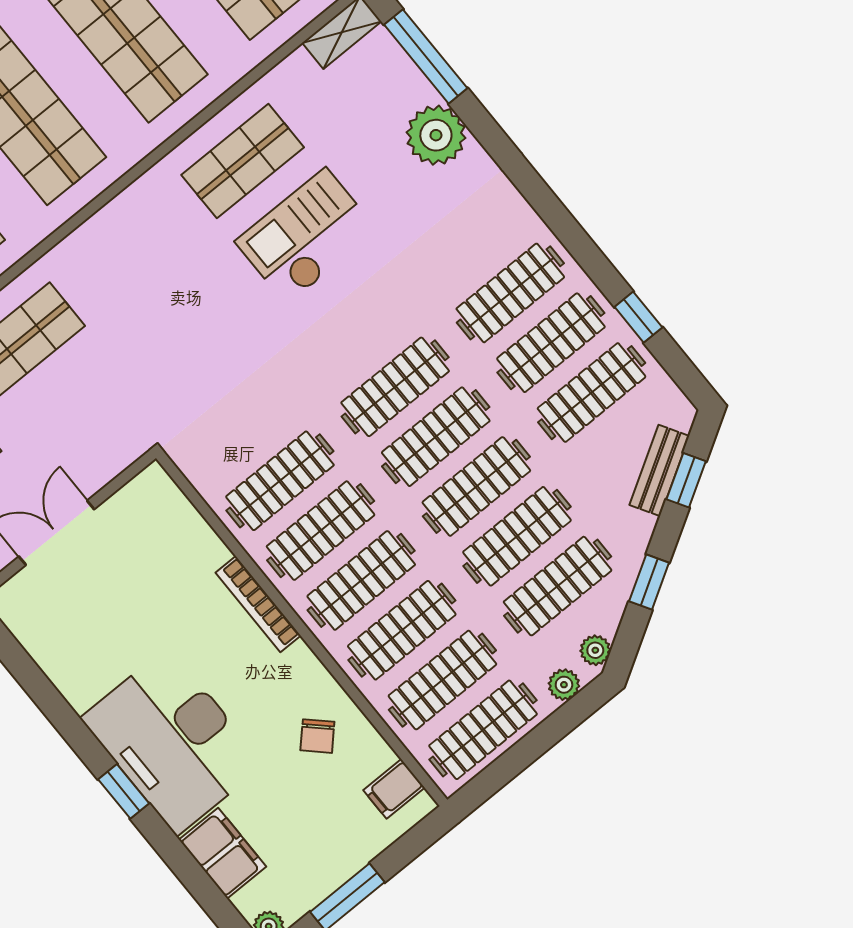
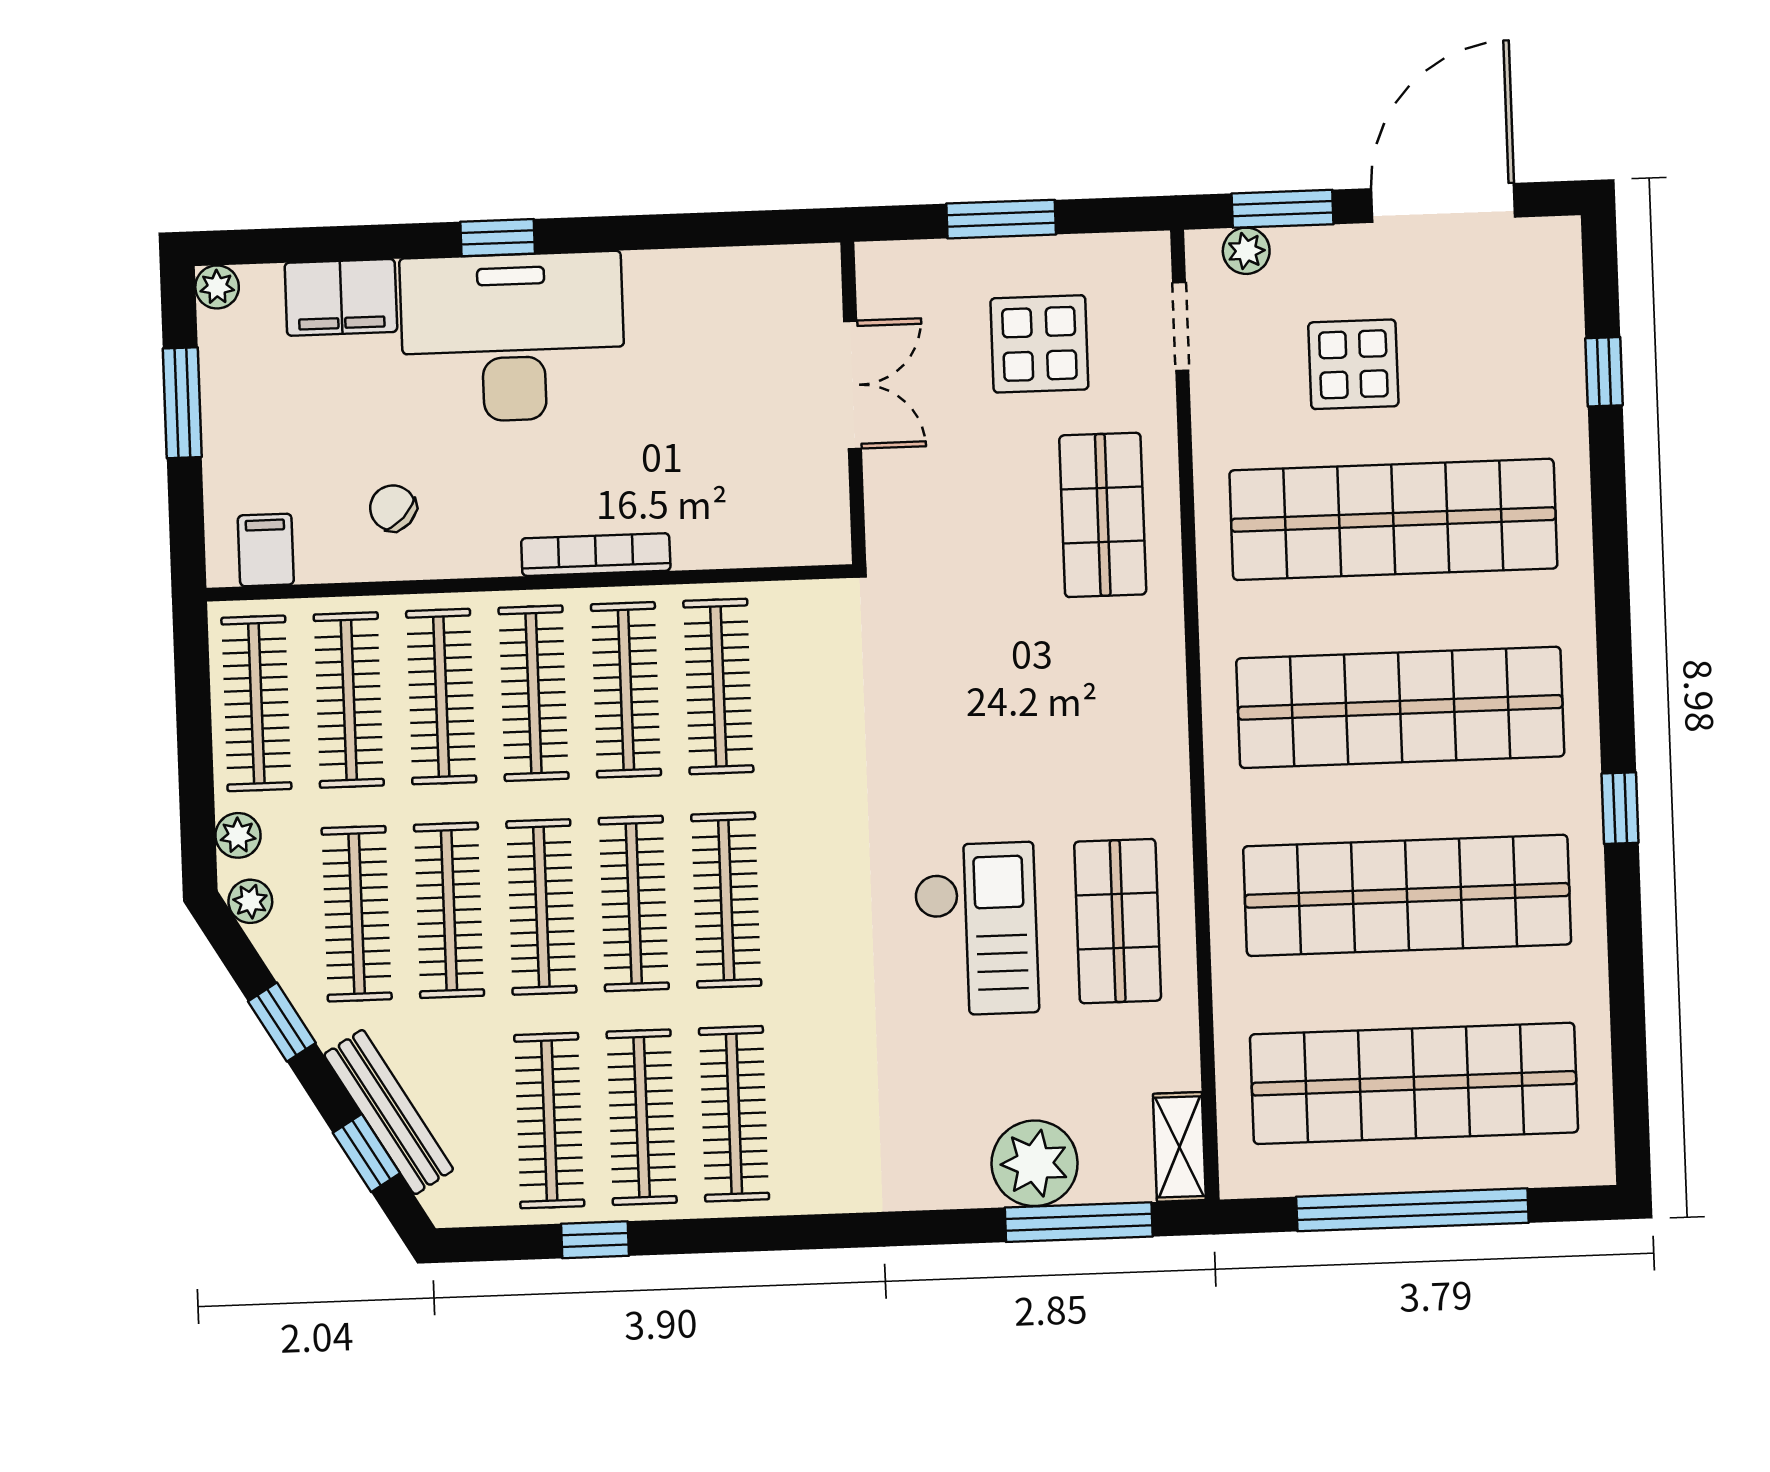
plant: (436, 135) -> (1035, 1163), moved
bench: (659, 470) -> (389, 1112), width x1.36

